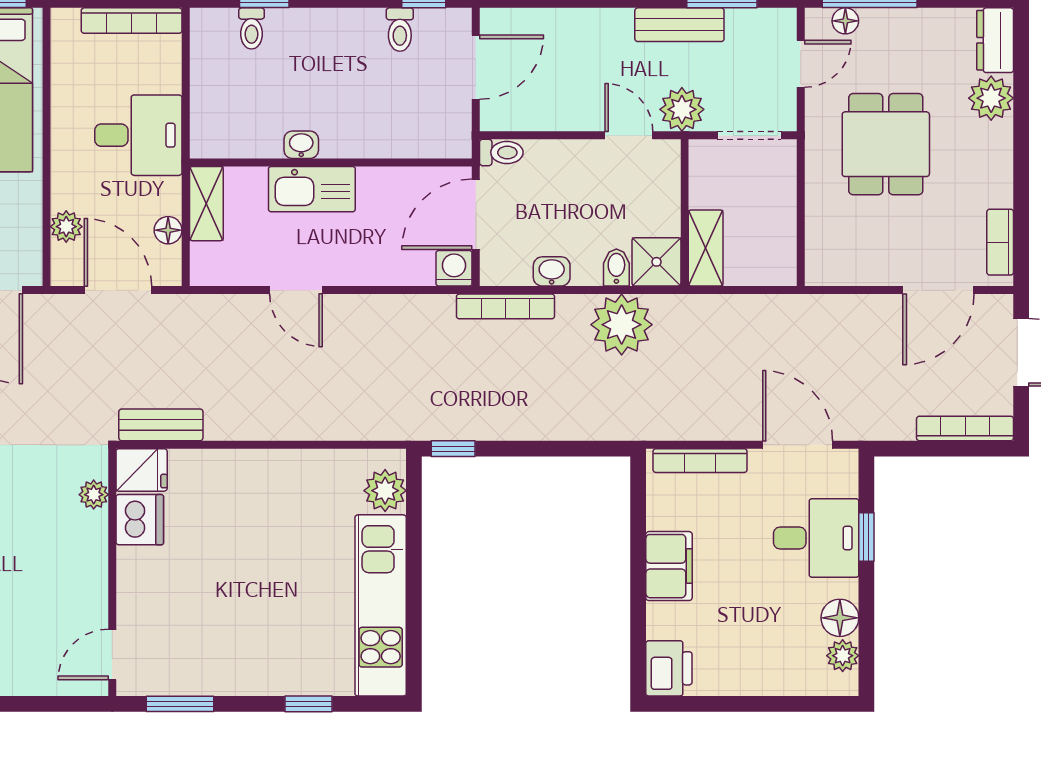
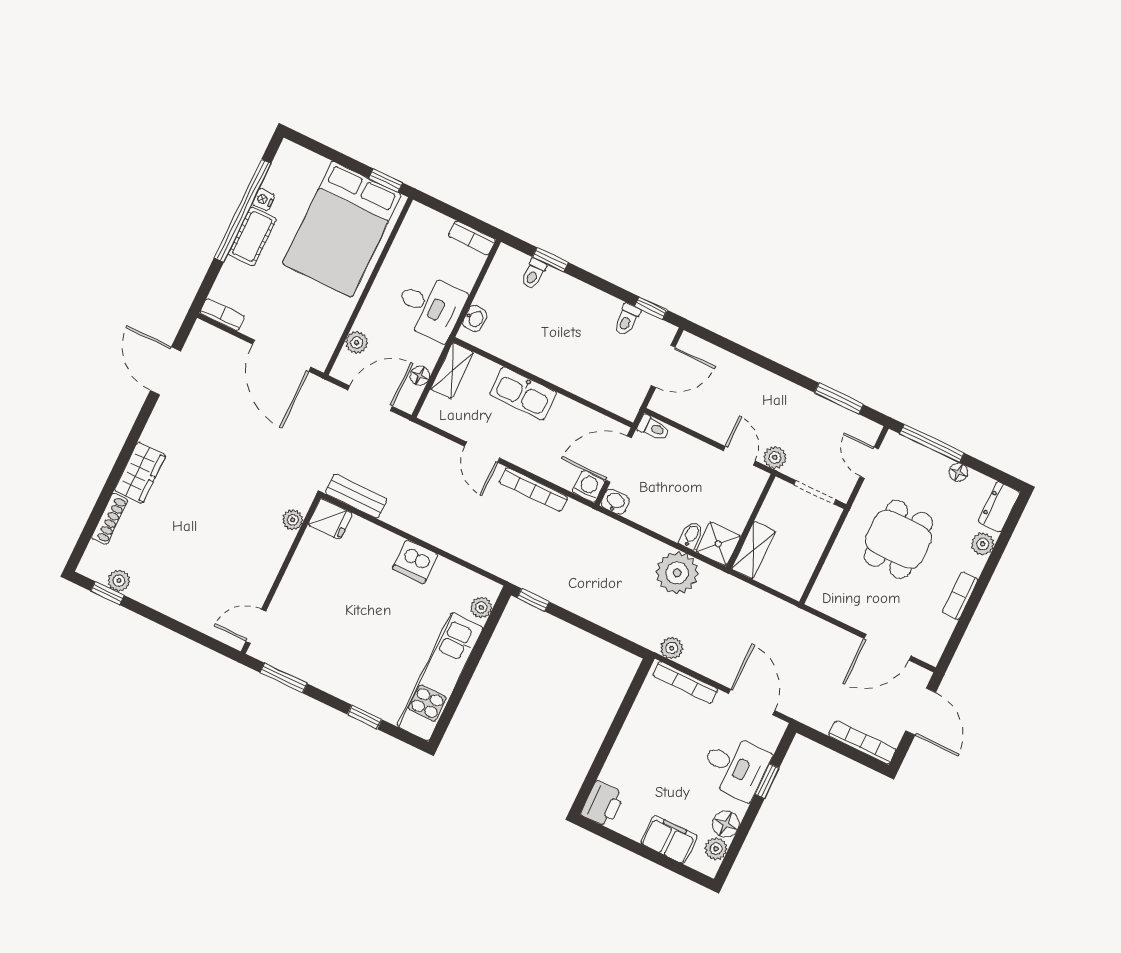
bookcase: (132, 21) -> (472, 238), width x0.64
floor lamp: (845, 21) -> (958, 472), moved
bench: (679, 25) -> (805, 401), removed
door: (801, 64) -> (869, 463), swing flipped
plant: (991, 98) -> (983, 544), width x0.73, depth x0.73
plant: (682, 109) -> (775, 457), width x0.73, depth x0.73
washbasin: (301, 145) -> (475, 318), moved, turned 90
bookcase: (1000, 242) -> (960, 596), moved
washbasin: (552, 271) -> (615, 502), moved
door: (118, 290) -> (370, 398), hinge flipped
bookcase: (505, 306) -> (533, 489), moved
plant: (661, 425) -> (672, 648), added
plant: (385, 491) -> (481, 607), width x0.73, depth x0.73
dishwasher: (140, 520) -> (415, 561), moved, turned 90
filing cabinet: (669, 566) -> (669, 840), moved, turned -90

